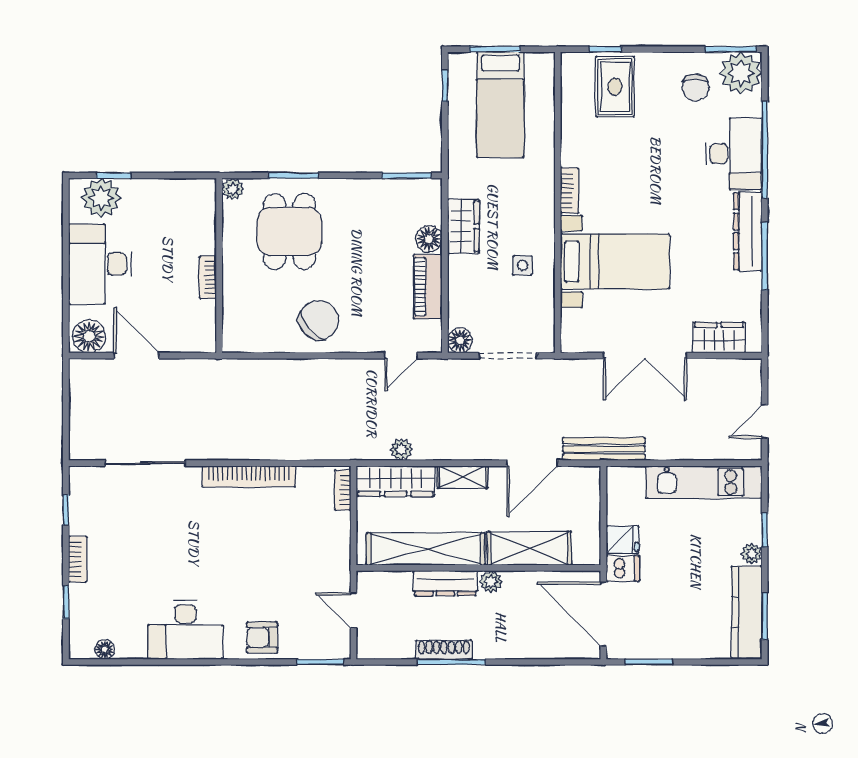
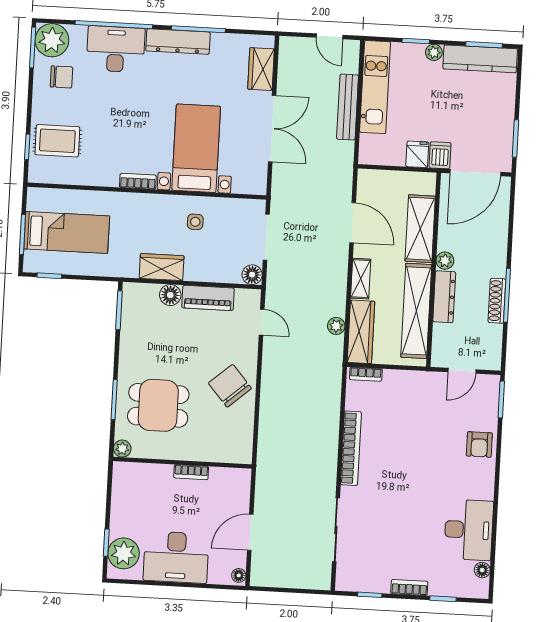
floor lamp: (89, 336) -> (239, 575), width x0.53, depth x0.53
bench: (604, 449) -> (348, 107), moved
desk: (185, 630) -> (469, 530), moved

